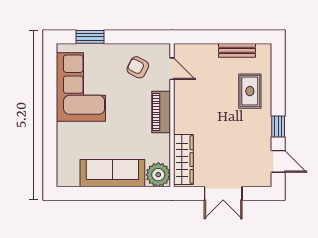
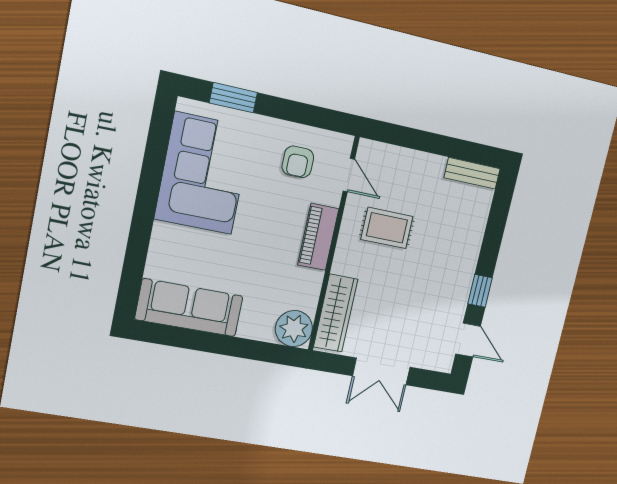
bench: (237, 50) -> (472, 173), moved
armchair: (138, 67) -> (298, 162), turned -118
rug: (250, 91) -> (387, 228), moved, turned 90
sofa: (112, 173) -> (189, 308), moved

